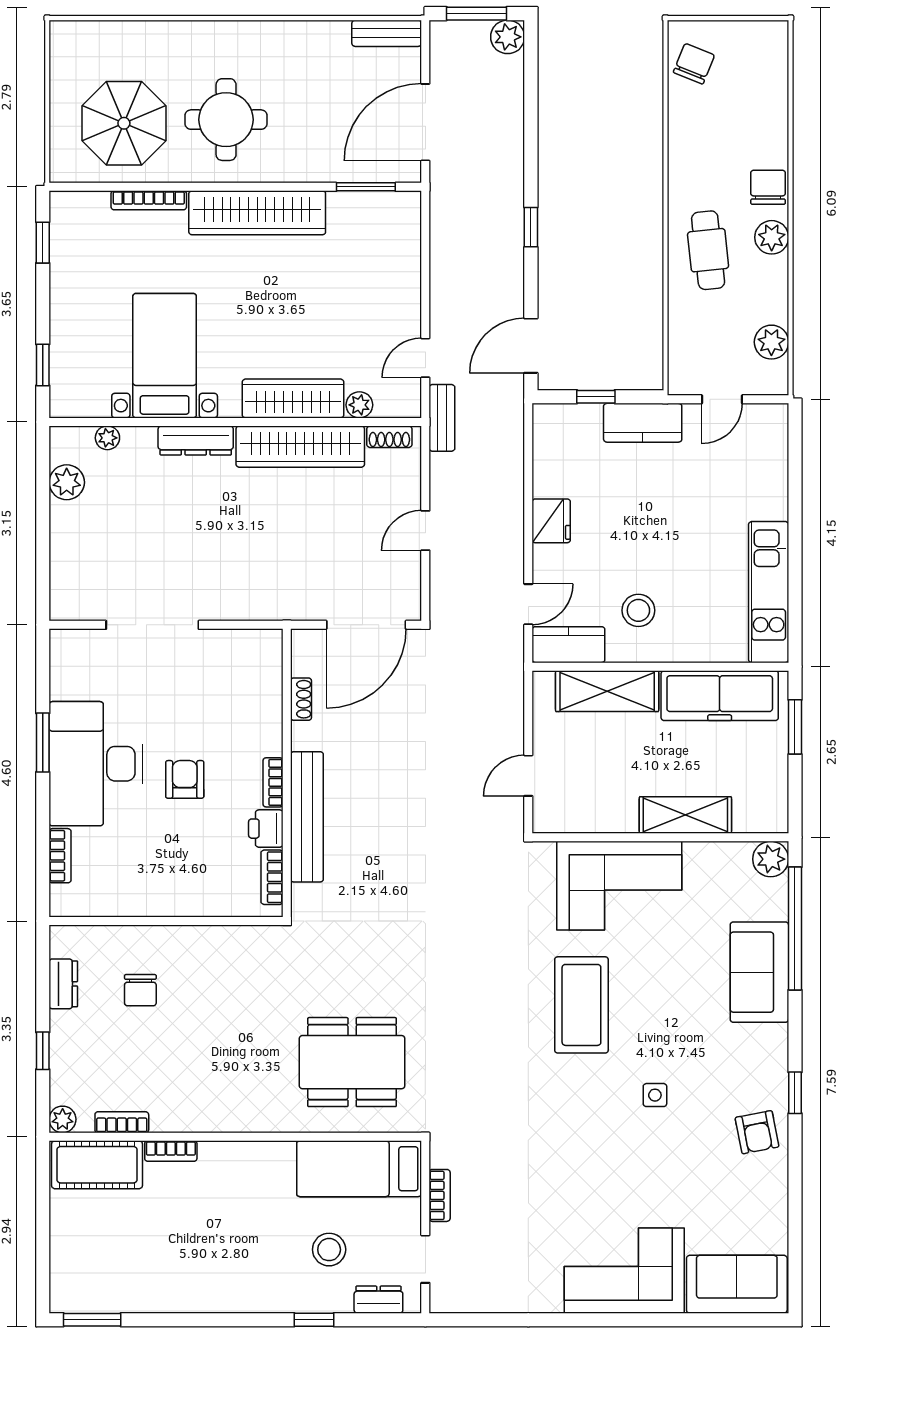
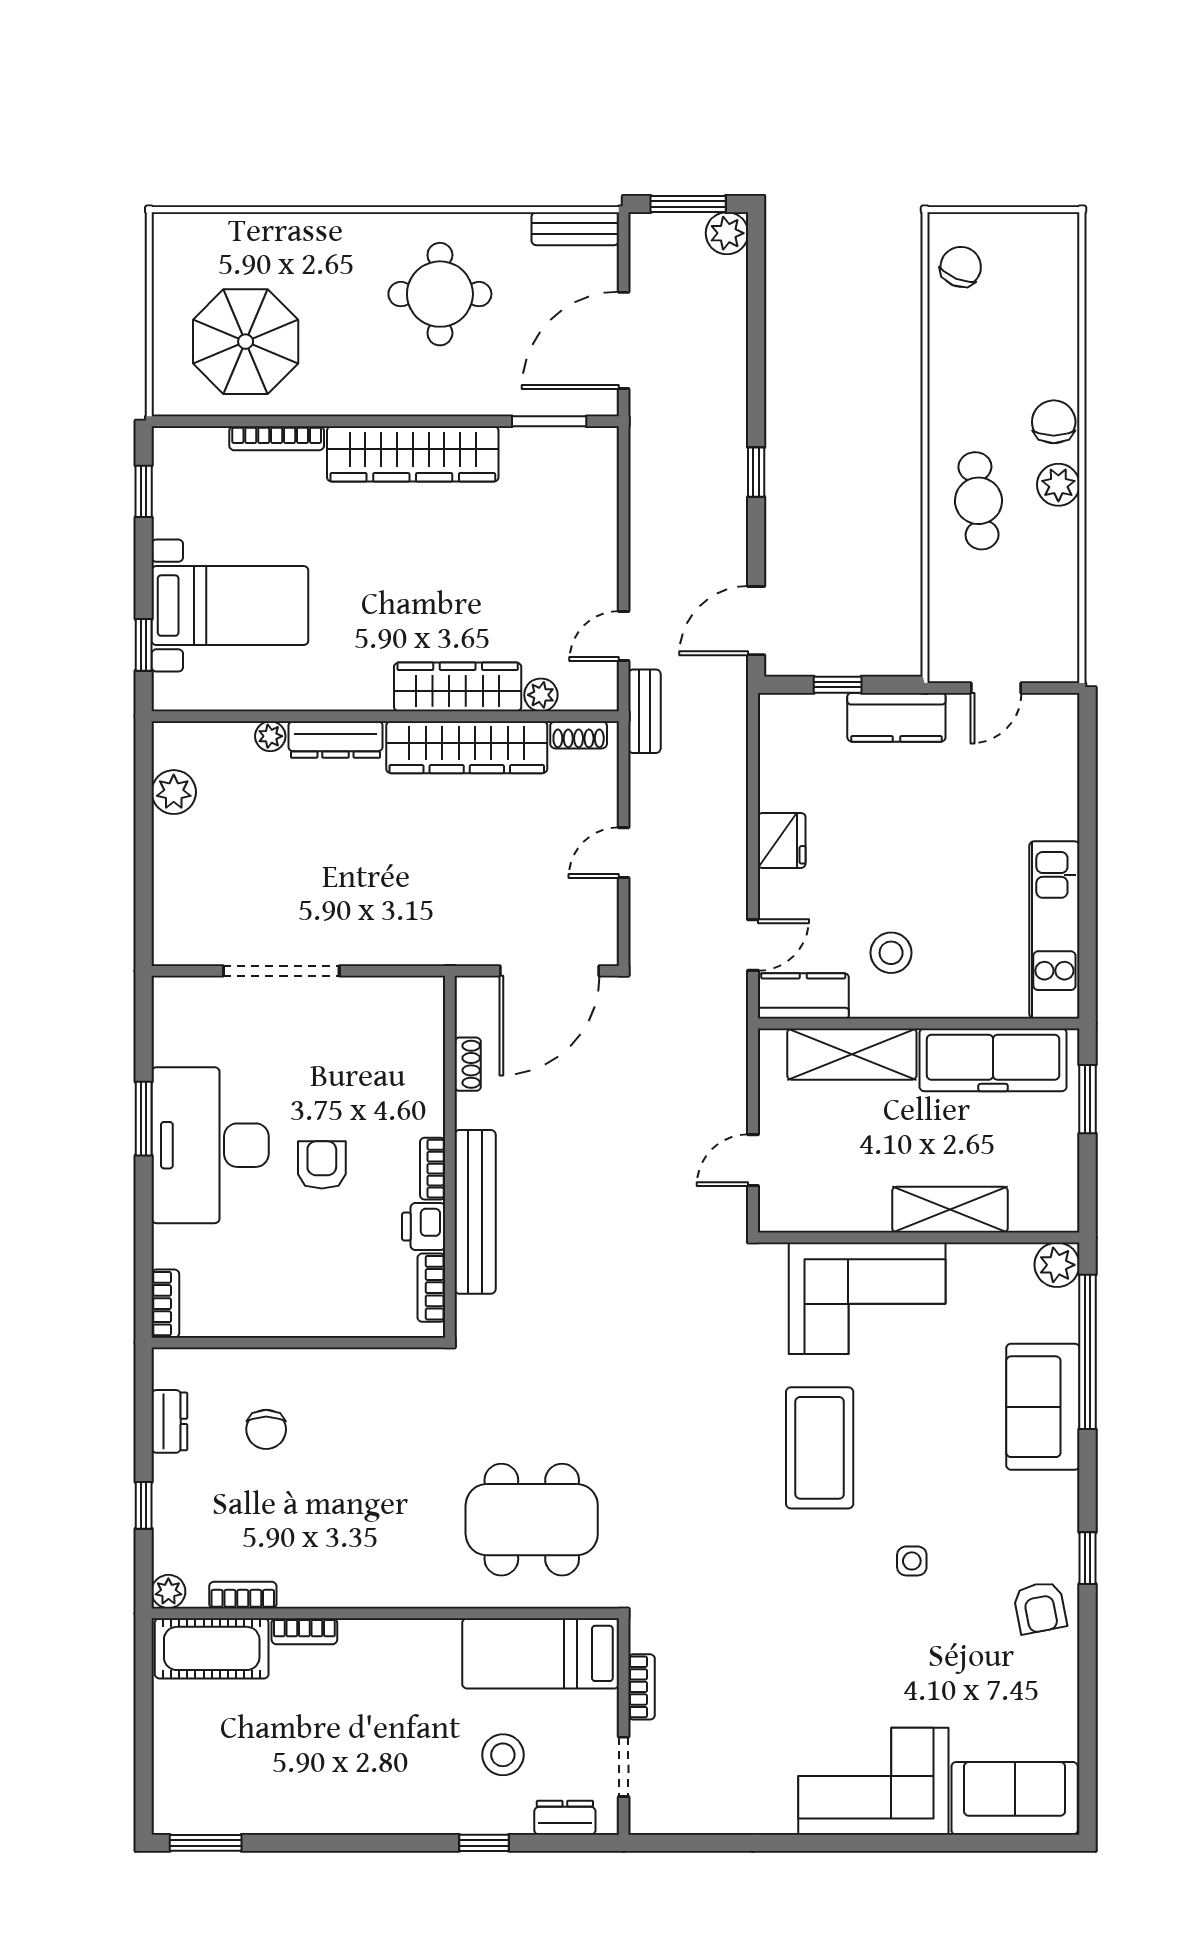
round table: (226, 120) -> (440, 294), moved
plant: (771, 342) -> (1058, 616), removed
bed with nightstands: (165, 356) -> (230, 606), moved, turned 90
plant: (107, 438) -> (270, 736), moved
bookcase: (60, 856) -> (165, 1304), moved

